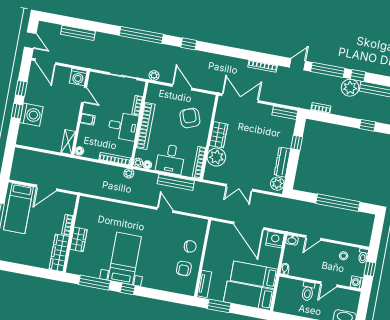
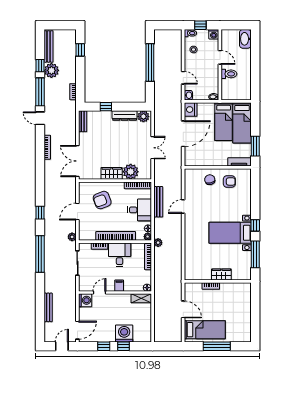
wardrobe: (59, 253) -> (236, 289), removed

